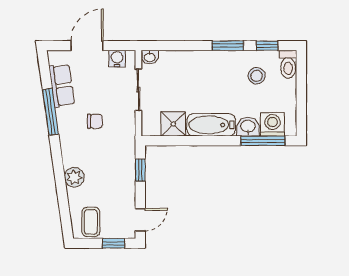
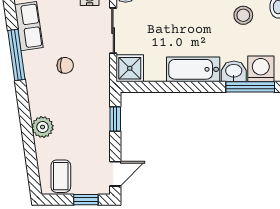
shower: (173, 124) -> (130, 68), moved

